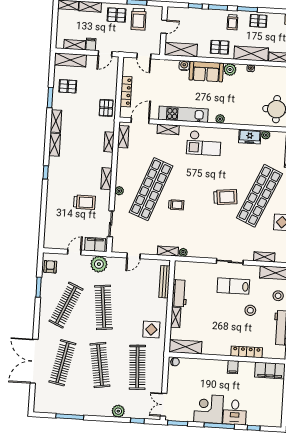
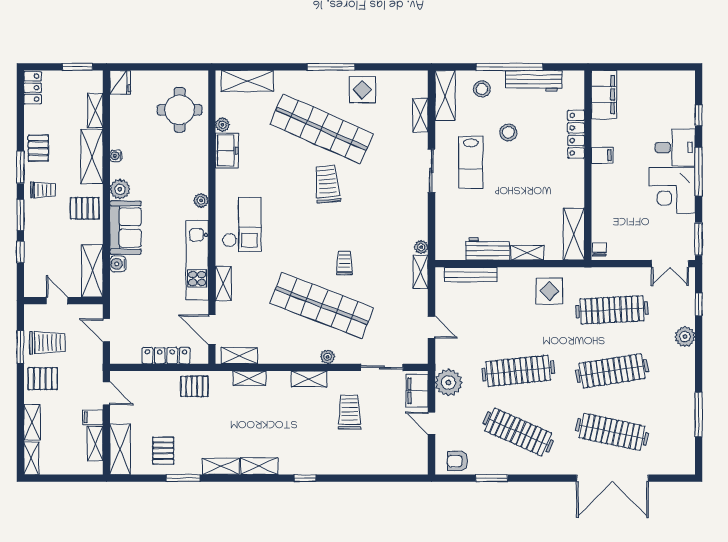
pallet: (116, 15) -> (43, 379), turned 90
pallet: (220, 47) -> (85, 208), turned 90
door: (144, 56) -> (106, 330), swing flipped

